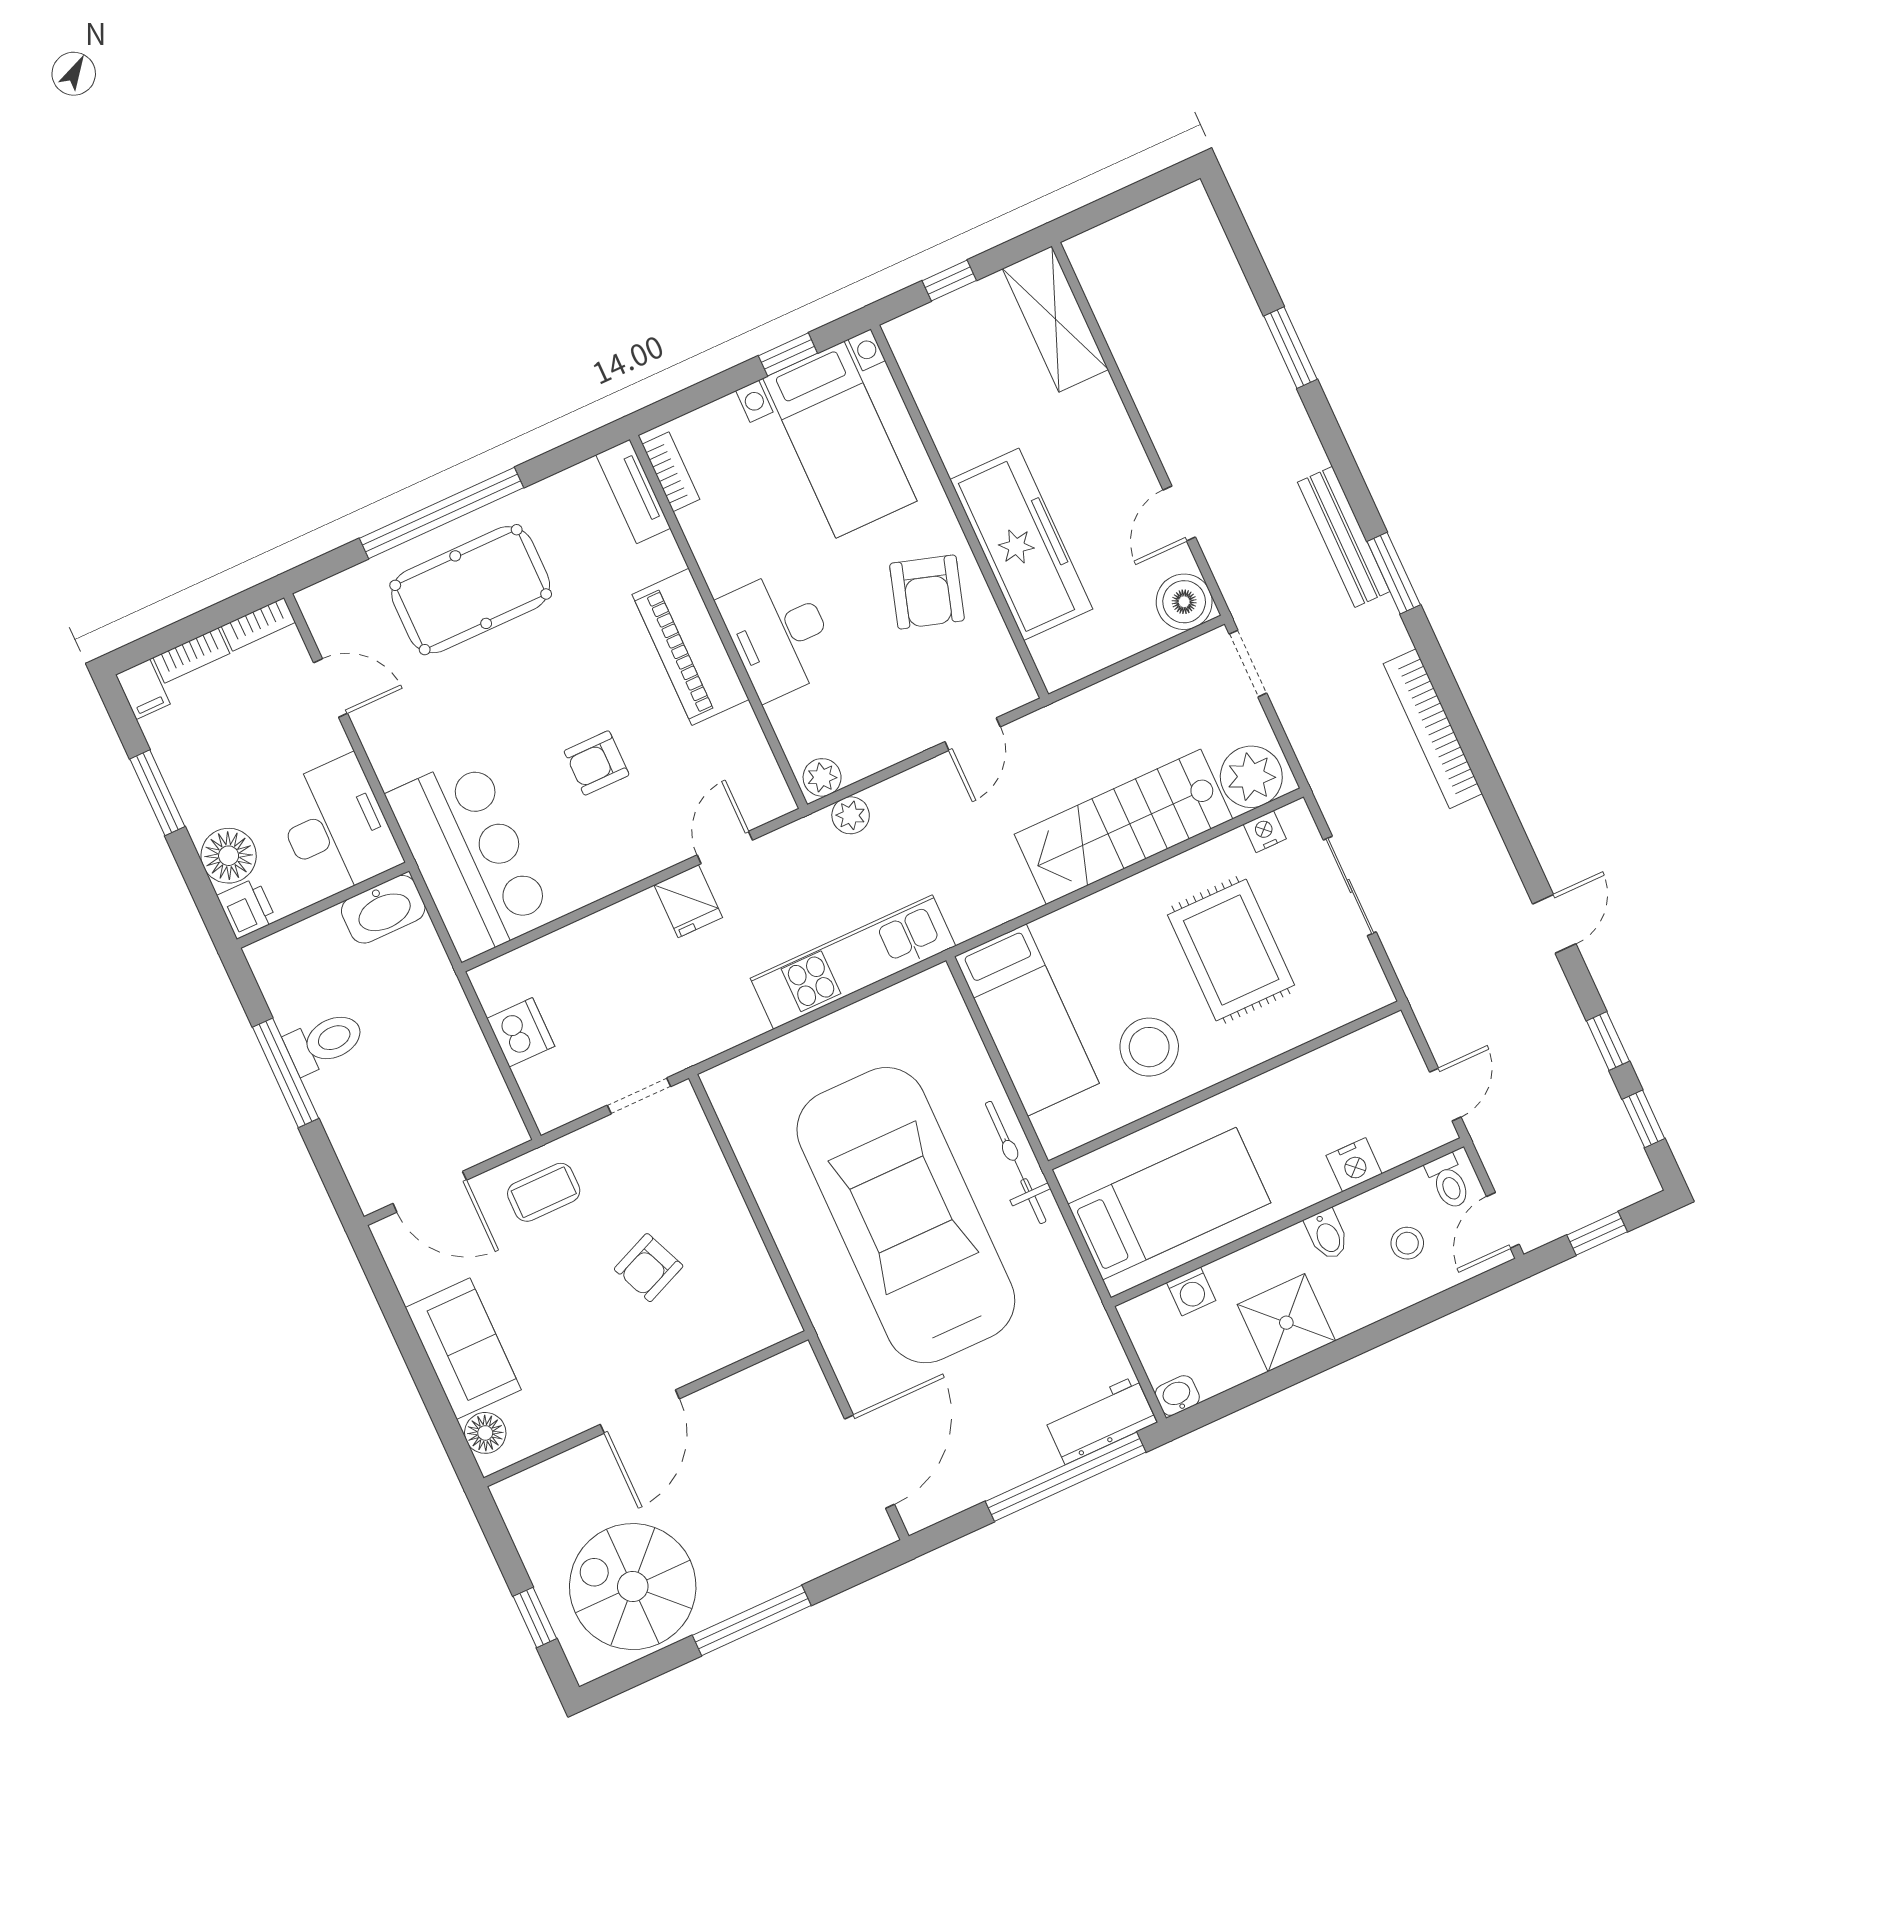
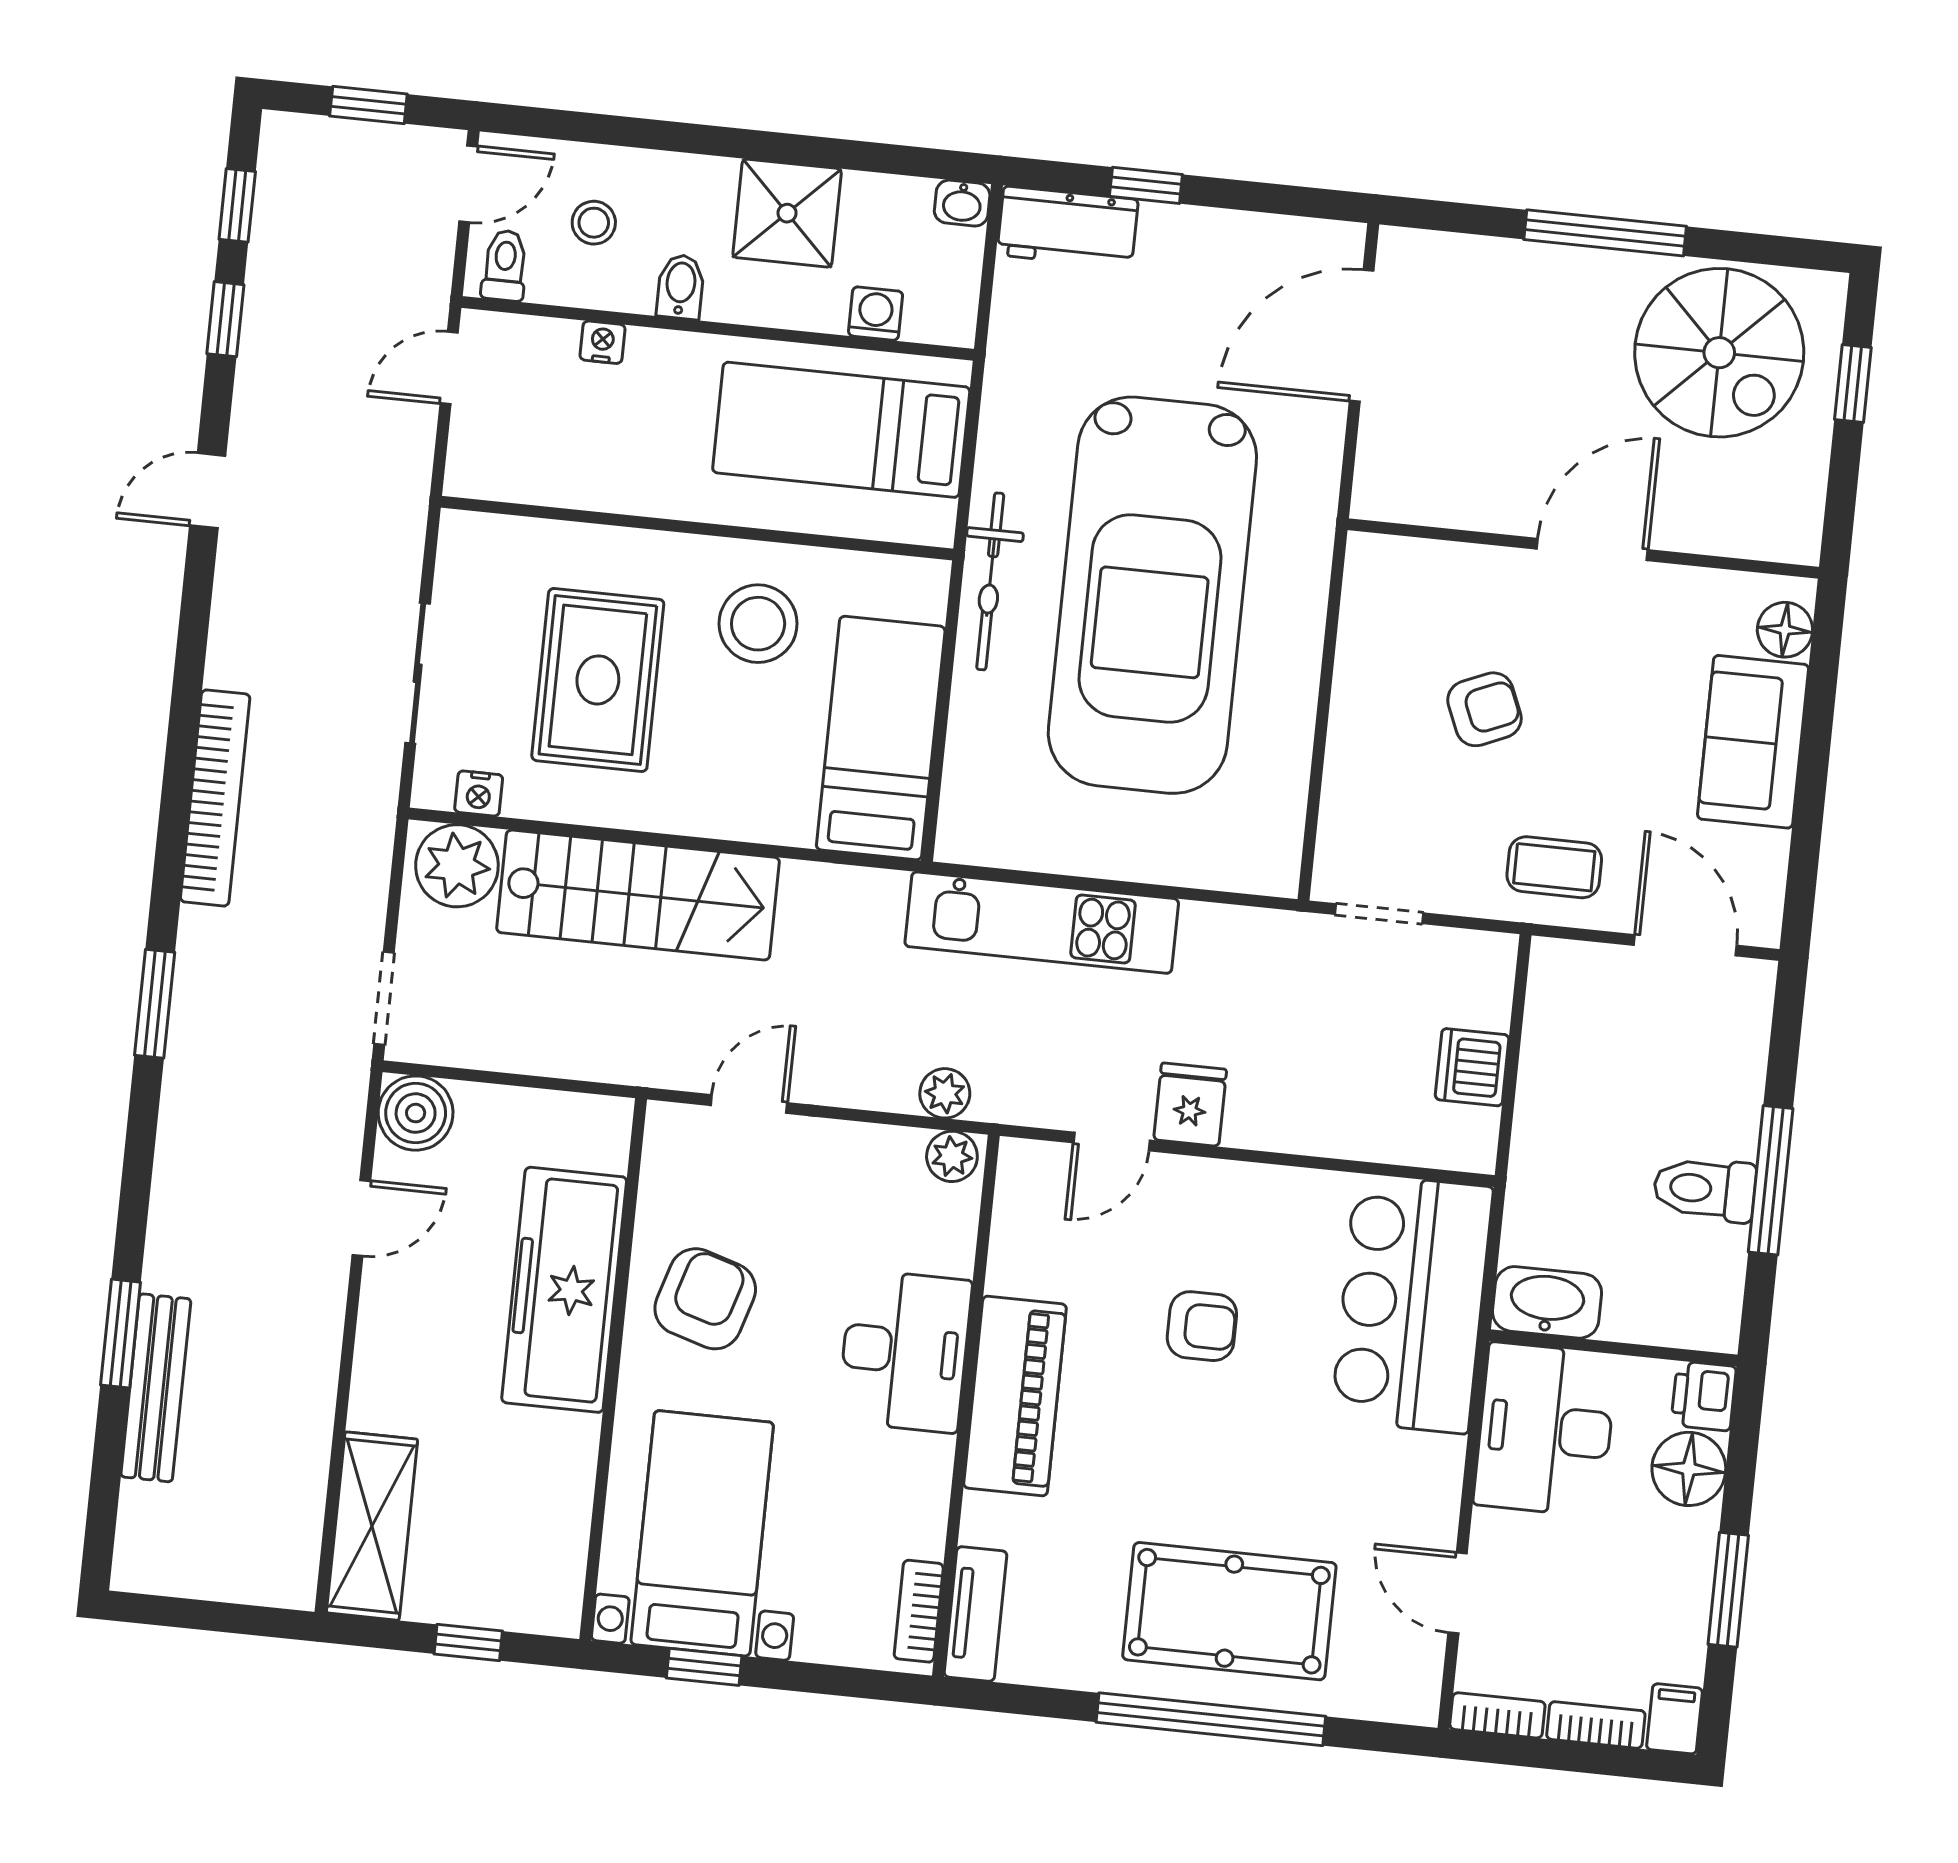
bench: (1344, 537) -> (156, 1388), moved
nightstand: (1354, 1165) -> (602, 342), width x0.72, depth x0.74
window: (1066, 1477) -> (1146, 185), width x0.32

